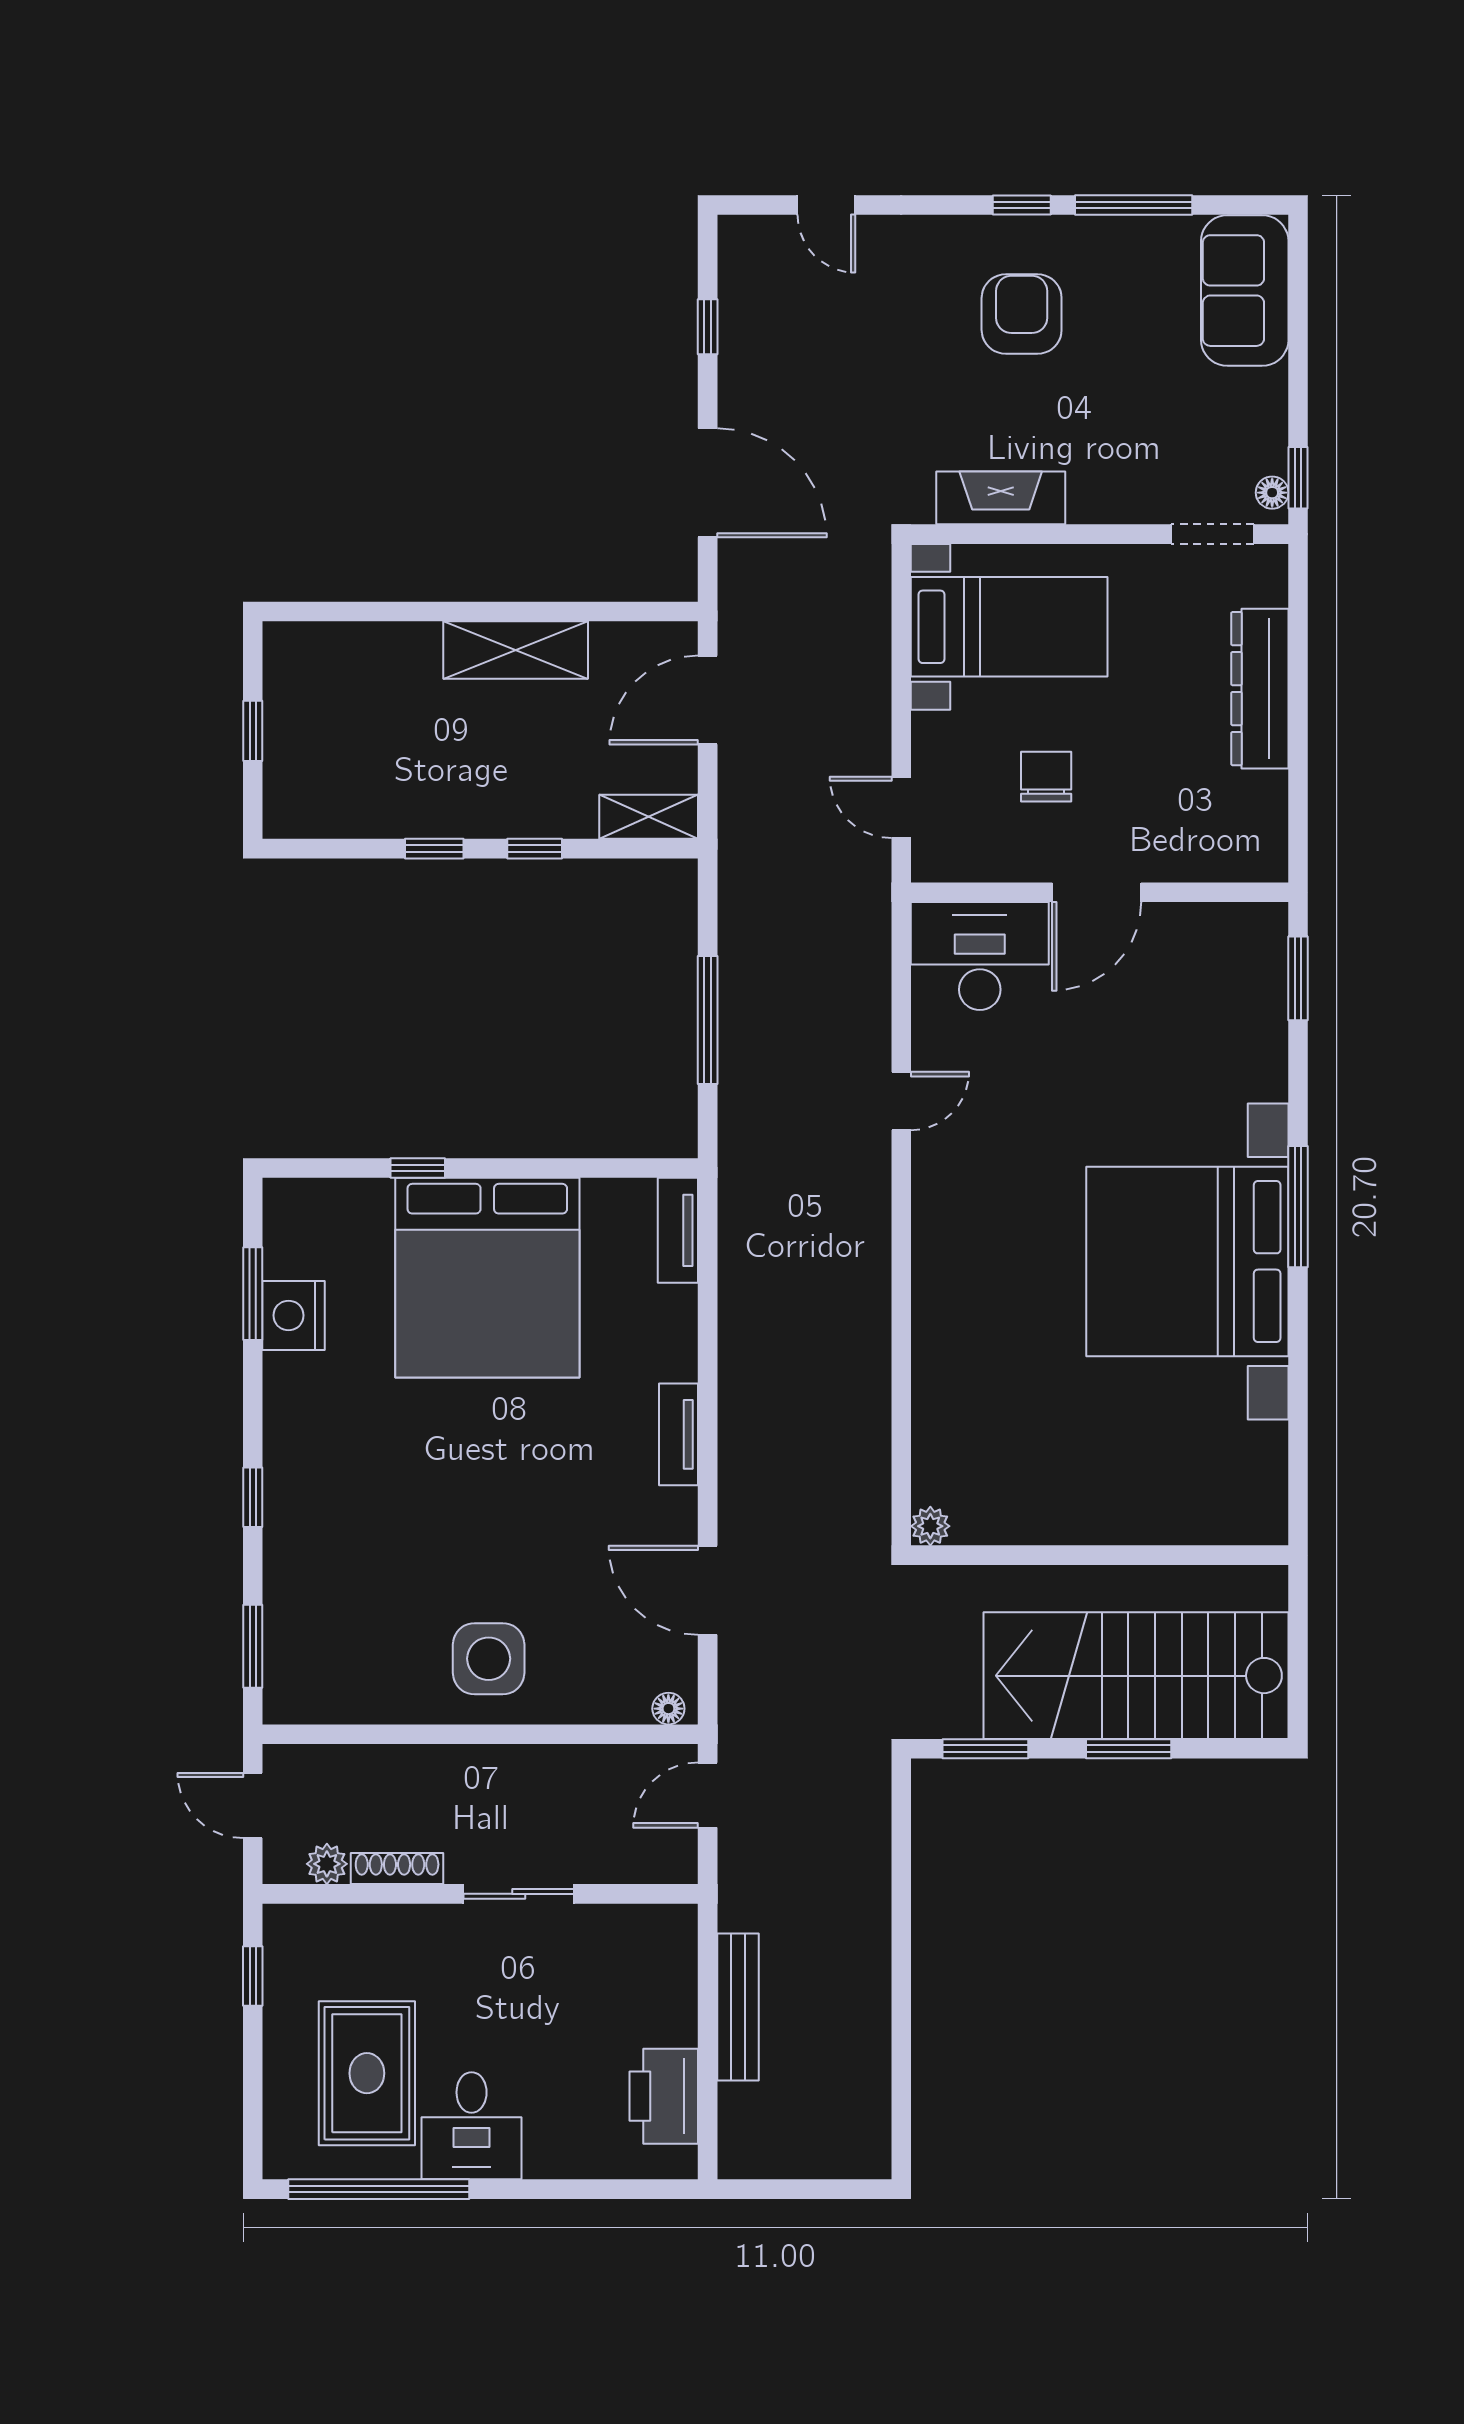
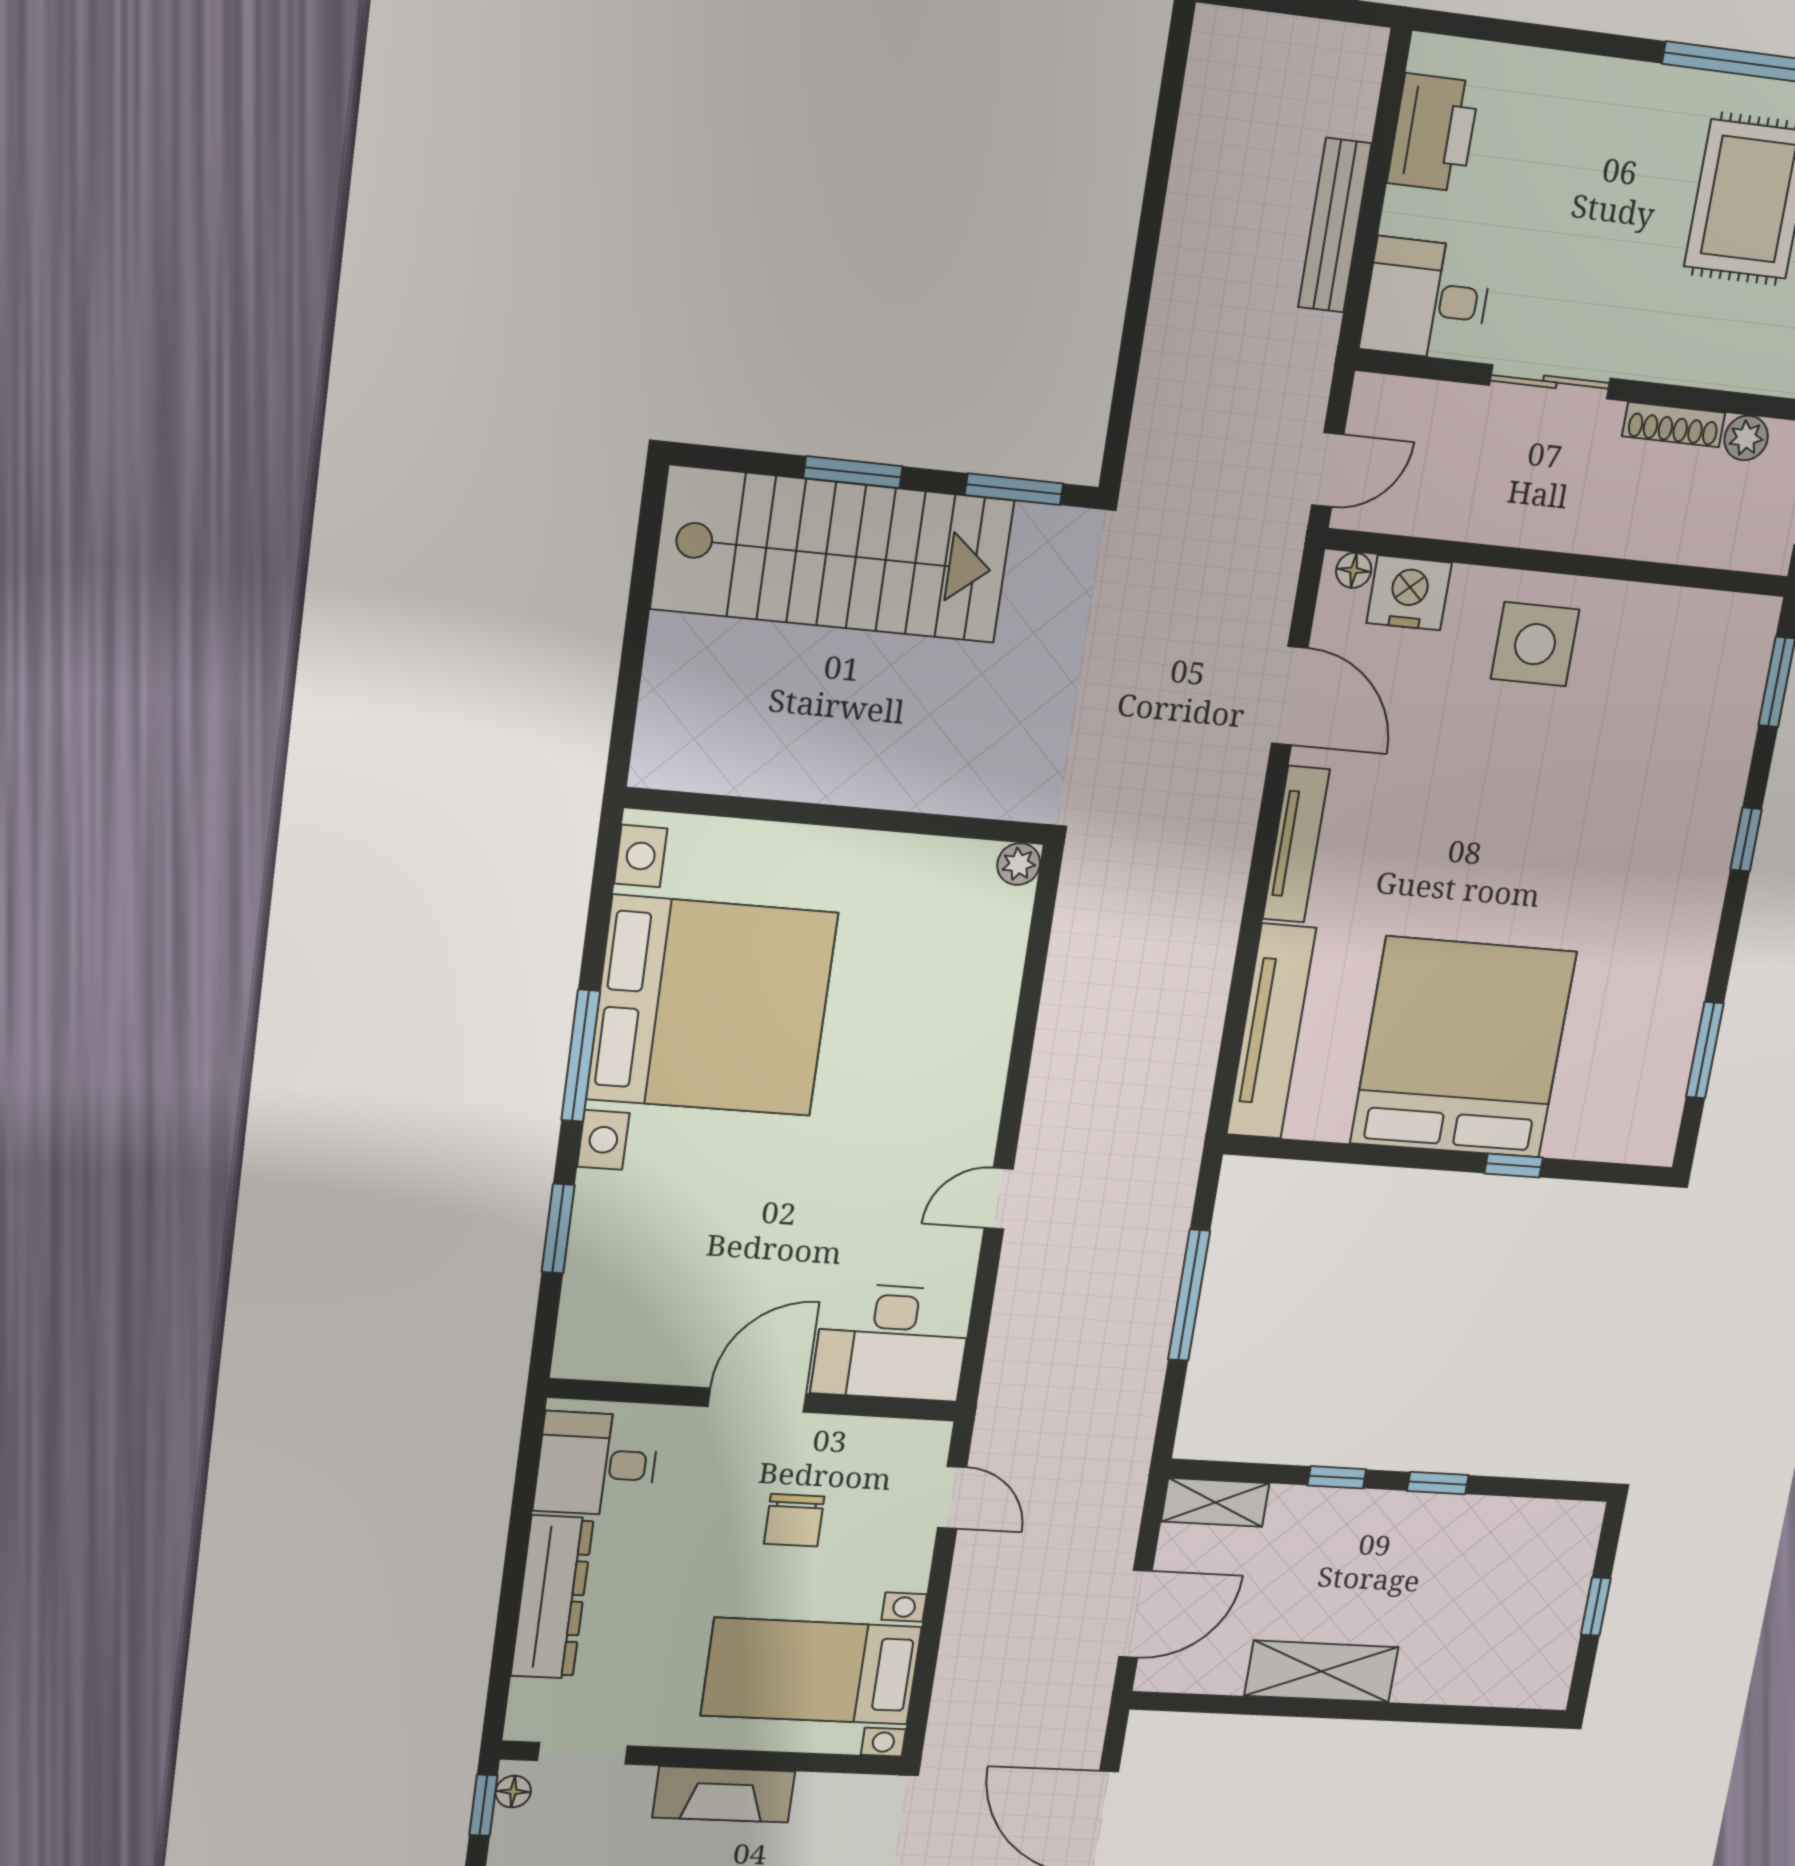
fireplace: (1001, 498) -> (724, 1794), moved
desk: (1235, 821) -> (597, 1464), added
window: (1298, 978) -> (558, 1229), moved
tv unit: (678, 1230) -> (1271, 1031), width x1.92, depth x1.29
nightstand: (293, 1315) -> (1409, 593), moved, turned -90
tv unit: (679, 1434) -> (1296, 844), width x1.41
plant: (930, 1526) -> (1019, 864), moved
wall: (1100, 1555) -> (837, 816), moved
desk: (472, 2126) -> (1427, 299), moved, turned -90

